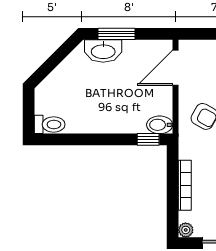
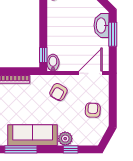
door: (175, 68) -> (90, 73), hinge flipped

